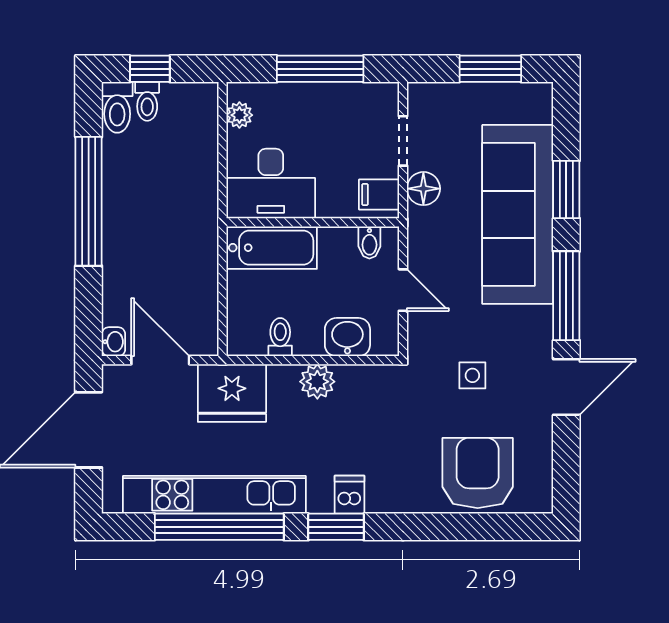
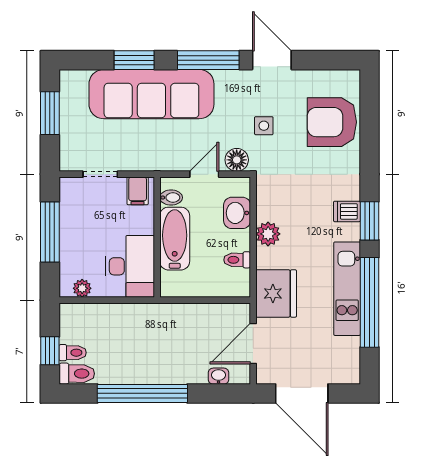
floor lamp: (423, 189) -> (237, 160), moved
bathtub: (272, 248) -> (175, 239), moved
washbasin: (113, 342) -> (219, 376), moved
kitchen unit: (214, 495) -> (347, 289), width x0.73

